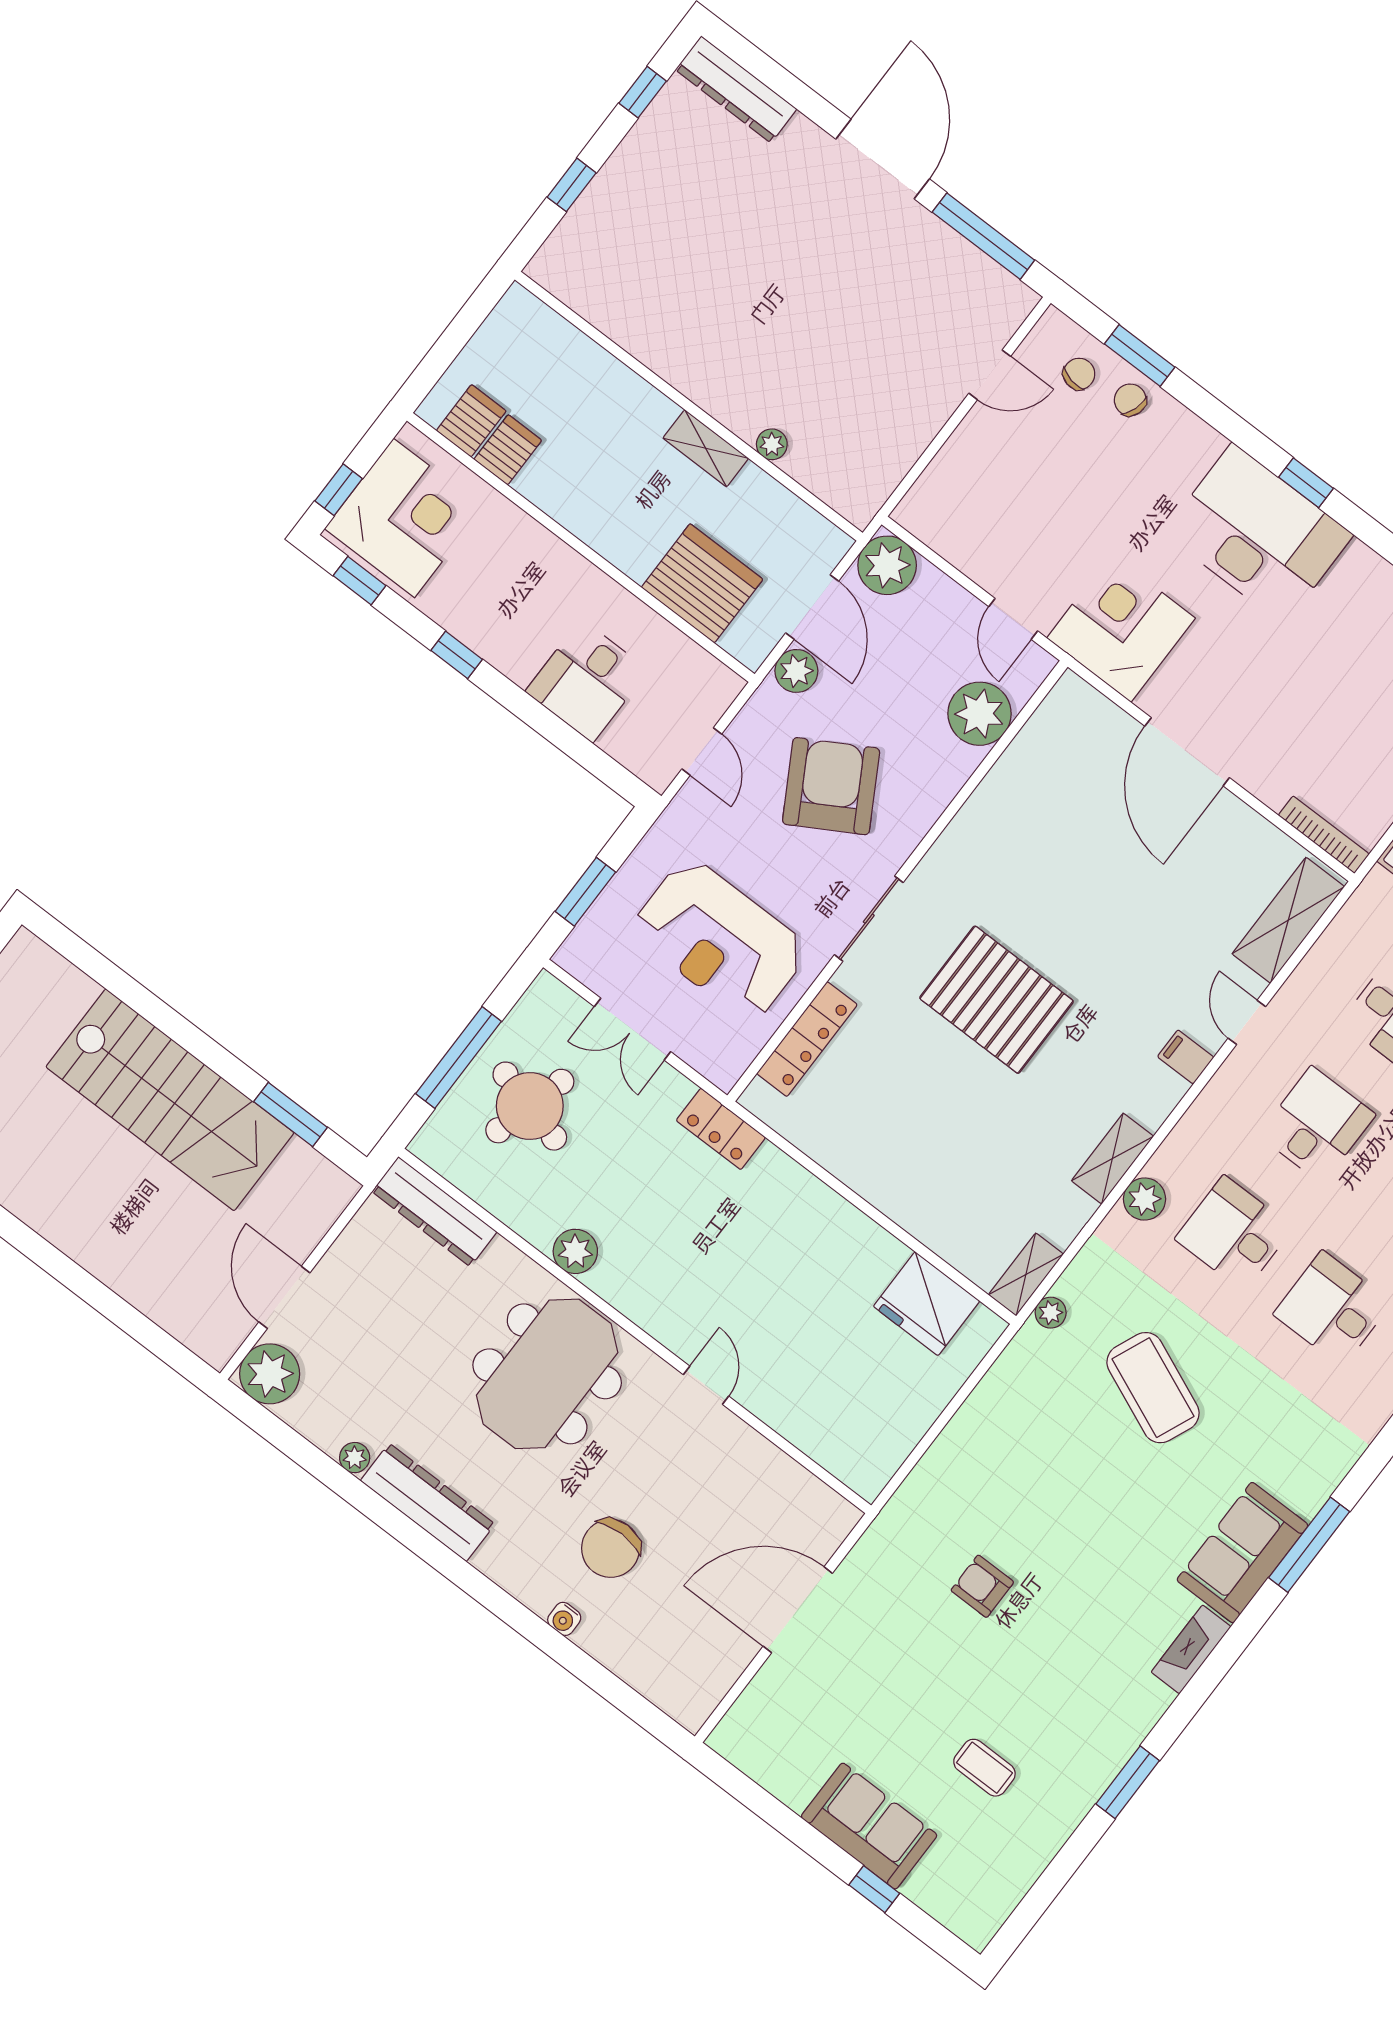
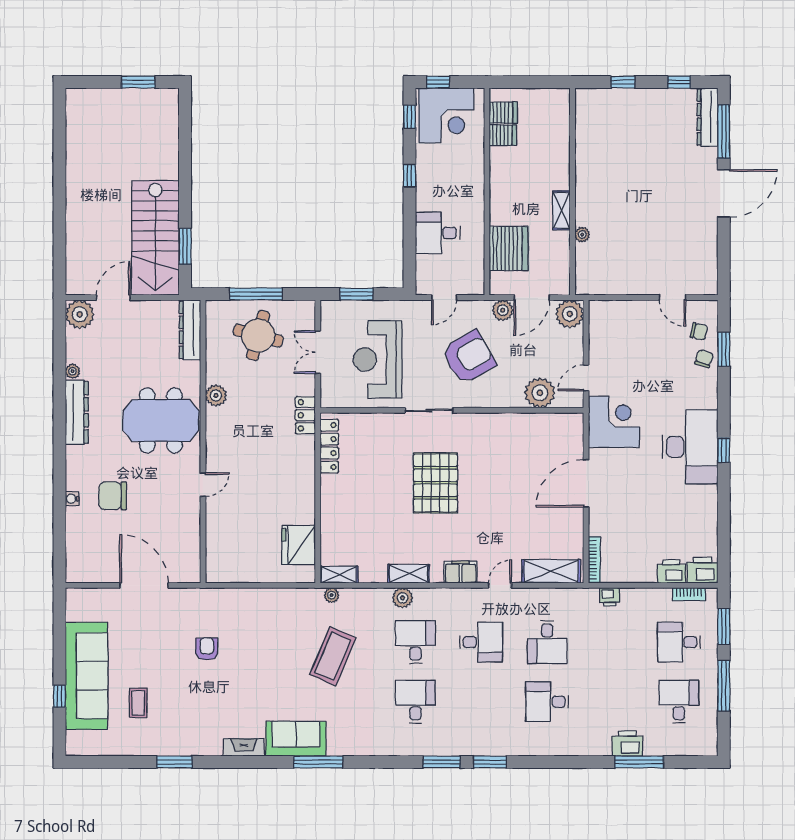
window: (983, 236) -> (724, 131), moved
locker: (807, 1039) -> (329, 446), moved, turned -90
filing cabinet: (1186, 1057) -> (461, 572), width x2.00
stairs: (170, 1100) -> (155, 238), moved
sofa: (869, 1826) -> (87, 676), width x1.85, depth x1.27

